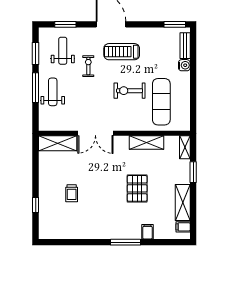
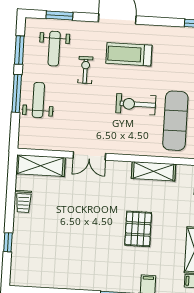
weight bench: (63, 51) -> (54, 49), turned 180
double door: (95, 133) -> (89, 156), width x0.73
trolley: (72, 193) -> (23, 201), moved

